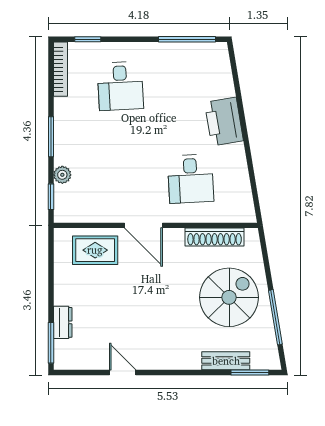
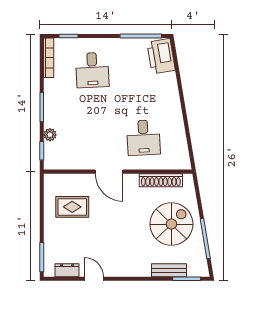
printer: (224, 121) -> (161, 56), moved
rug: (95, 250) -> (72, 207), moved
dresser: (63, 322) -> (67, 270), moved, turned -90

